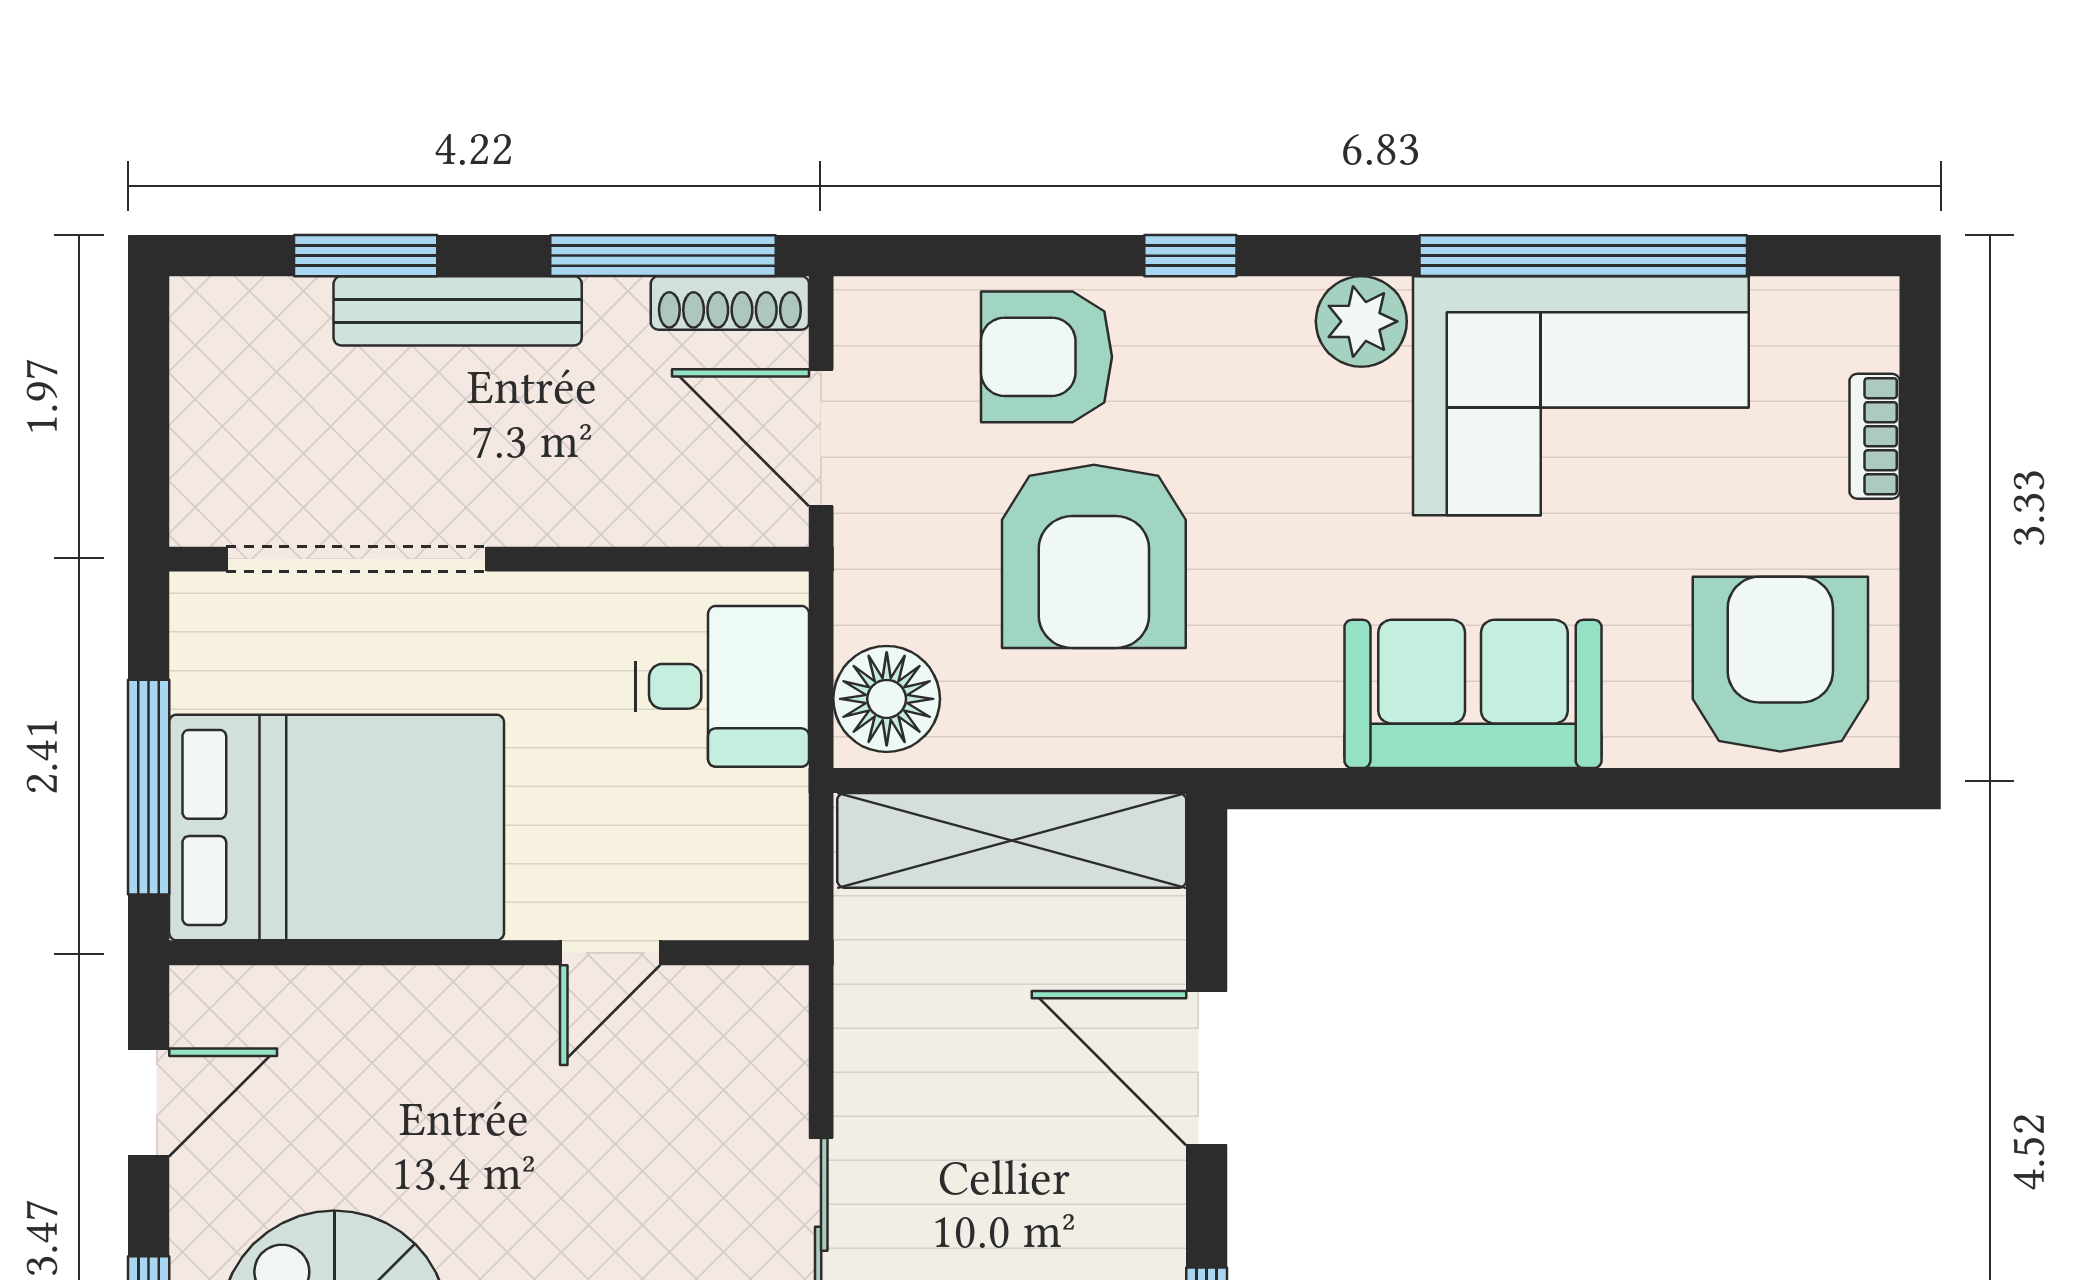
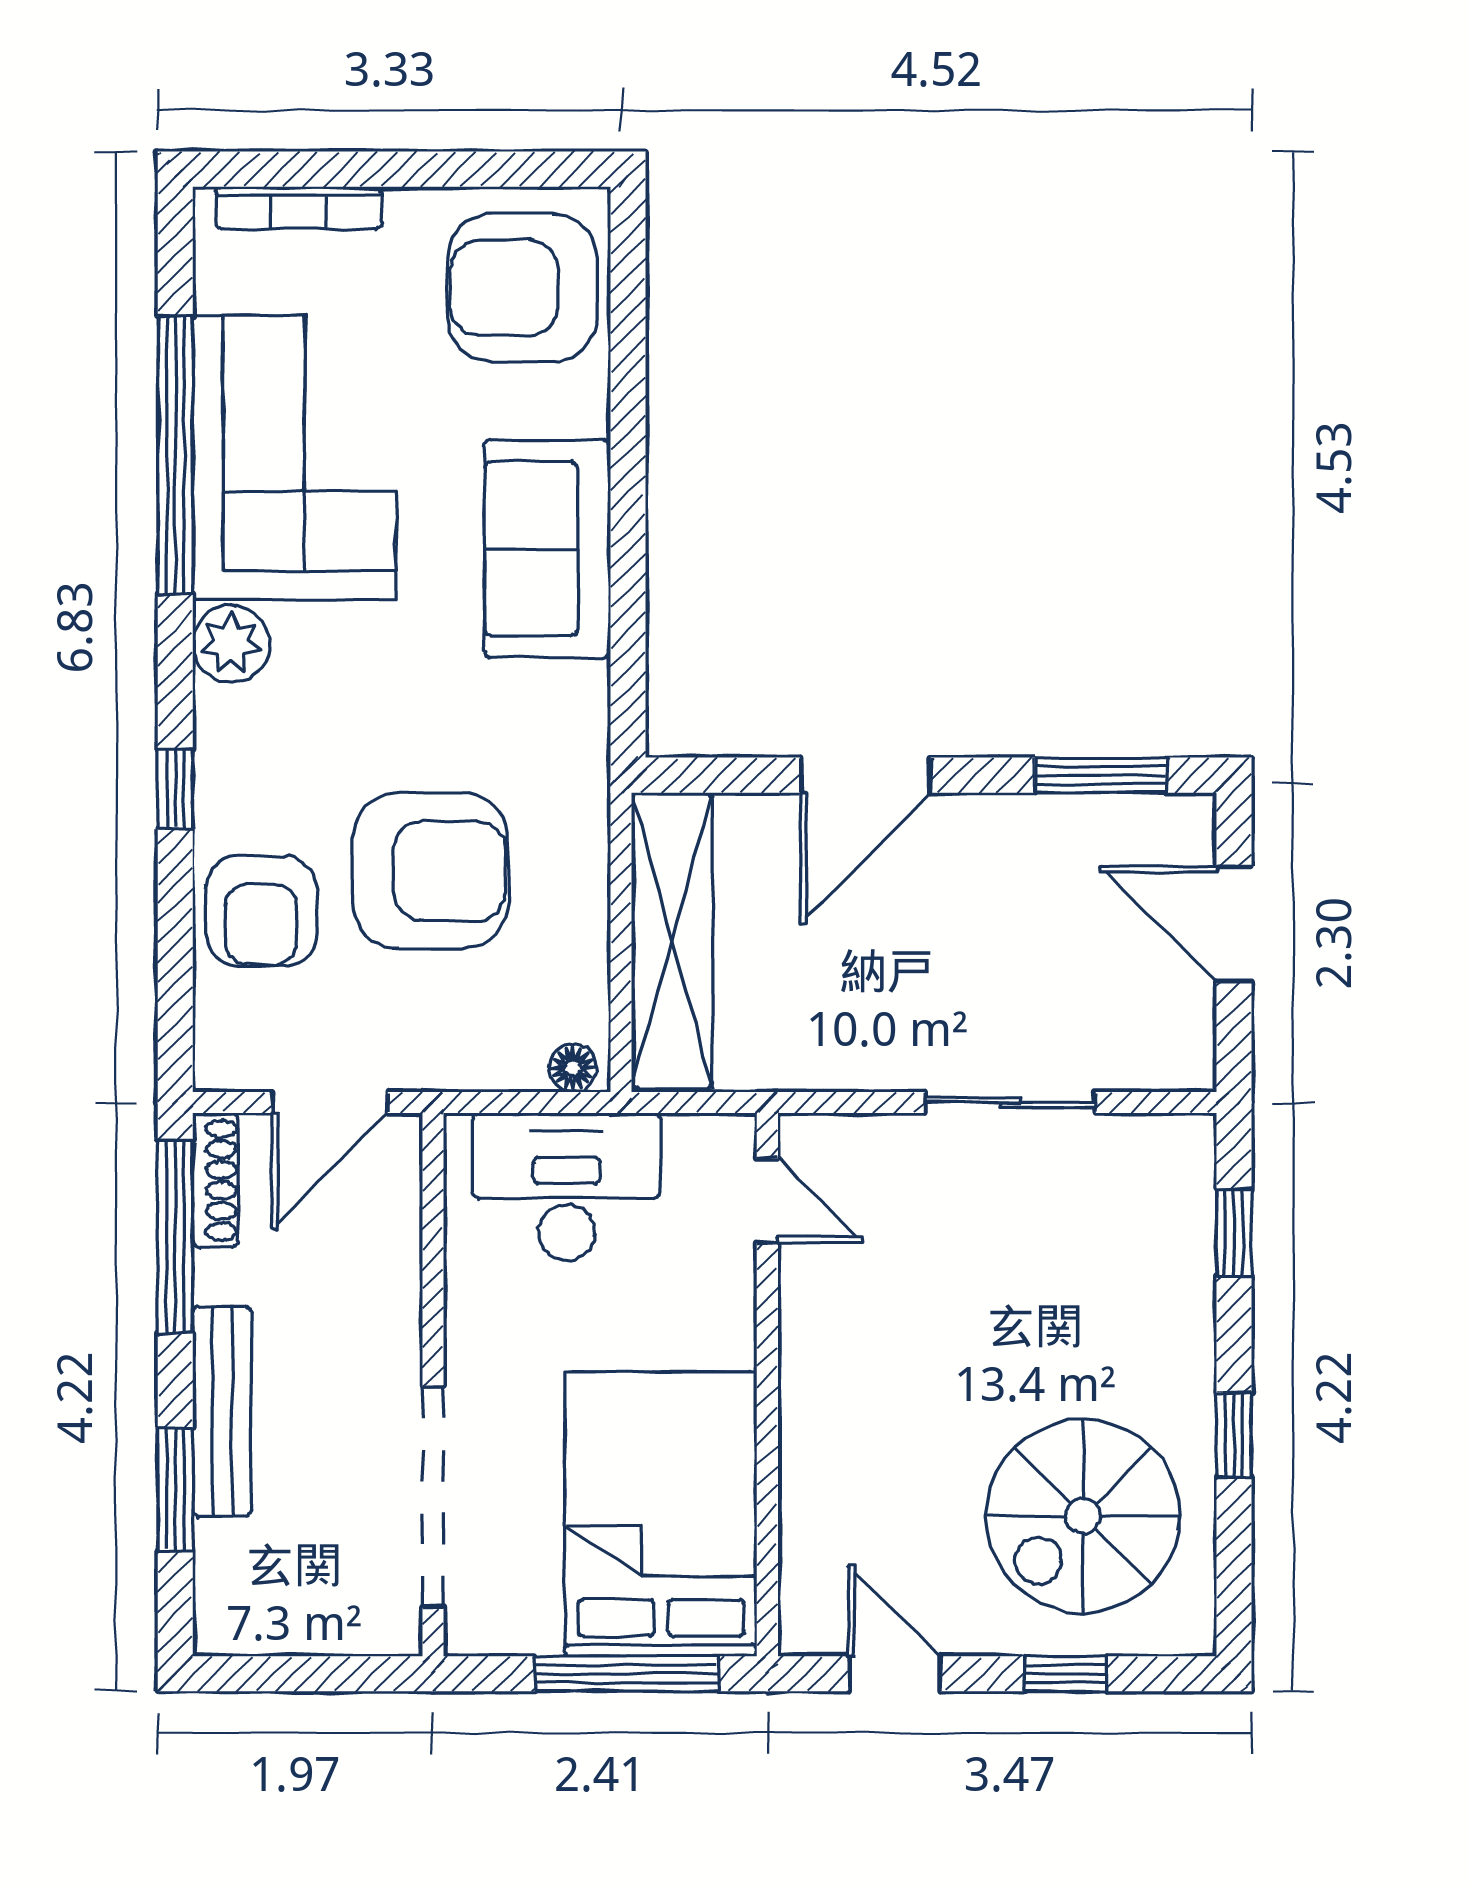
bookcase: (1875, 436) -> (299, 208), width x1.56
desk: (722, 686) -> (567, 1187), width x1.37
floor lamp: (887, 699) -> (573, 1068), width x0.53, depth x0.53
door: (610, 953) -> (767, 1201), moved

